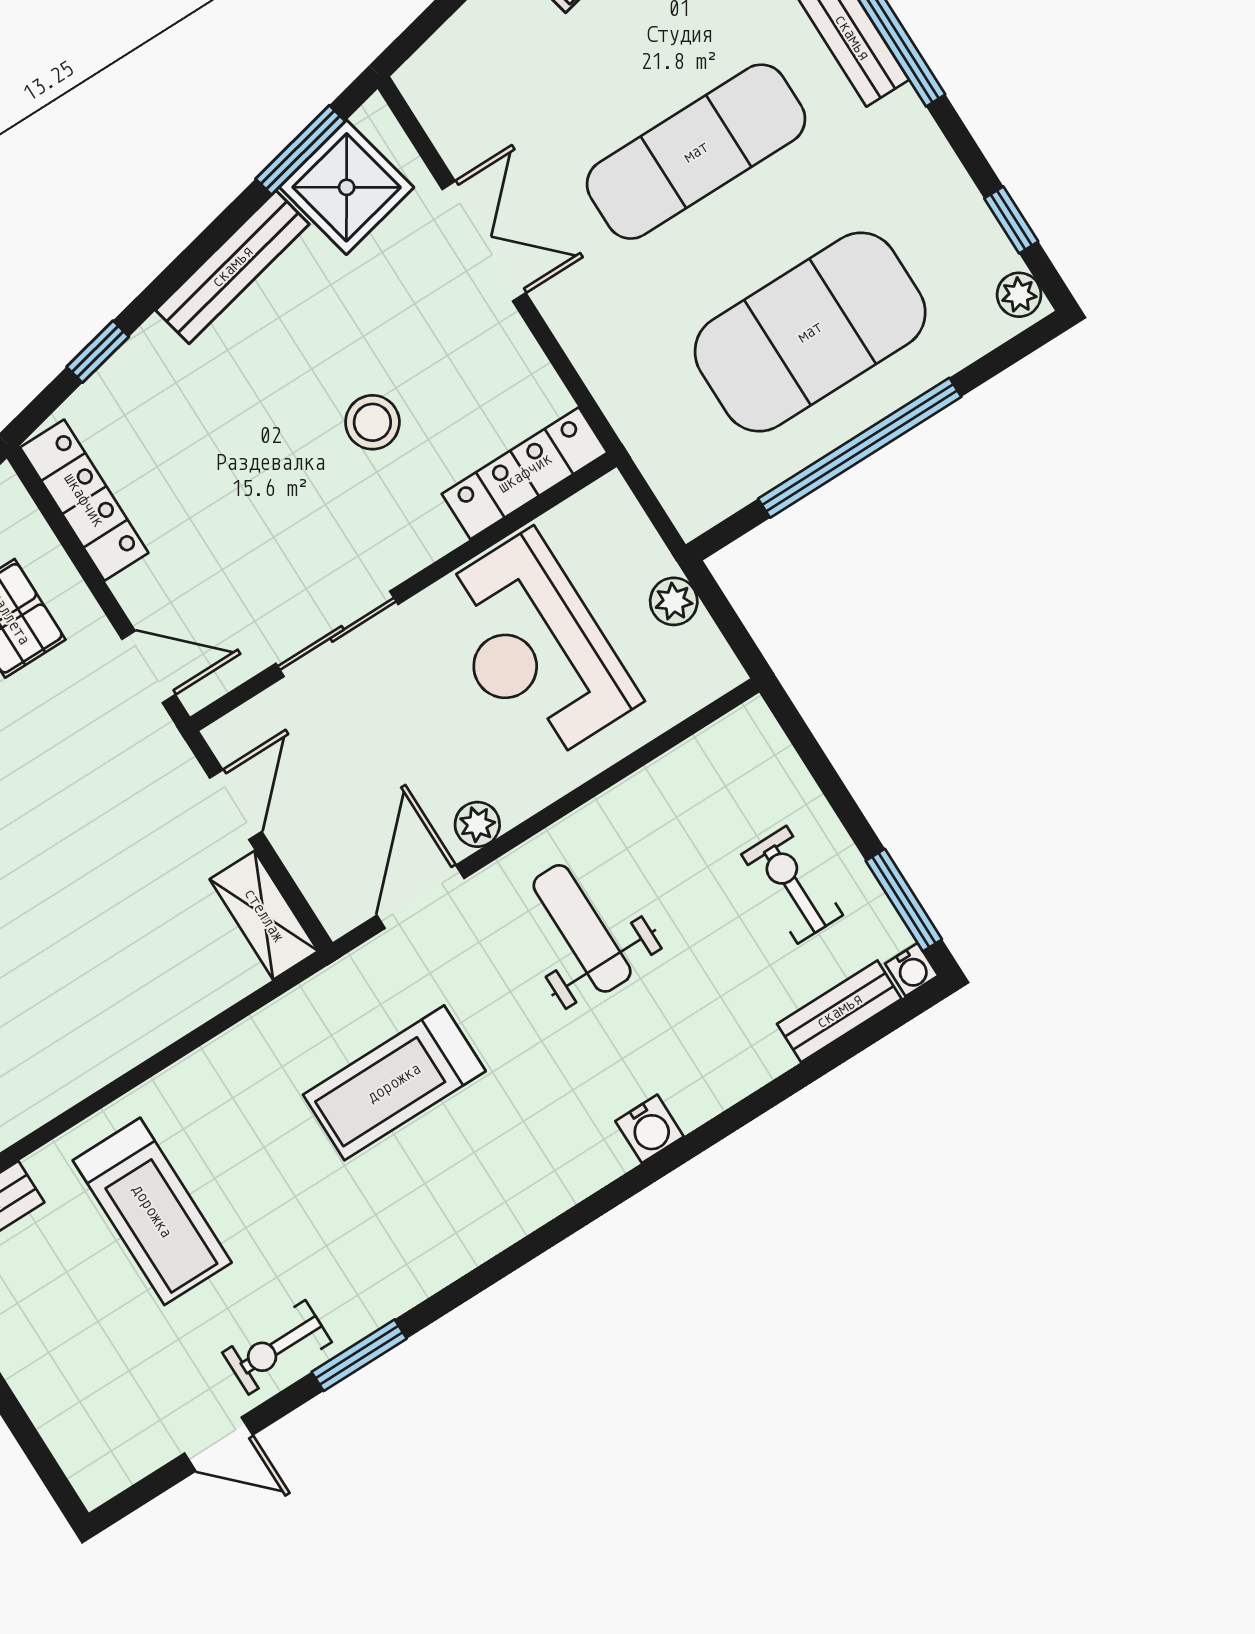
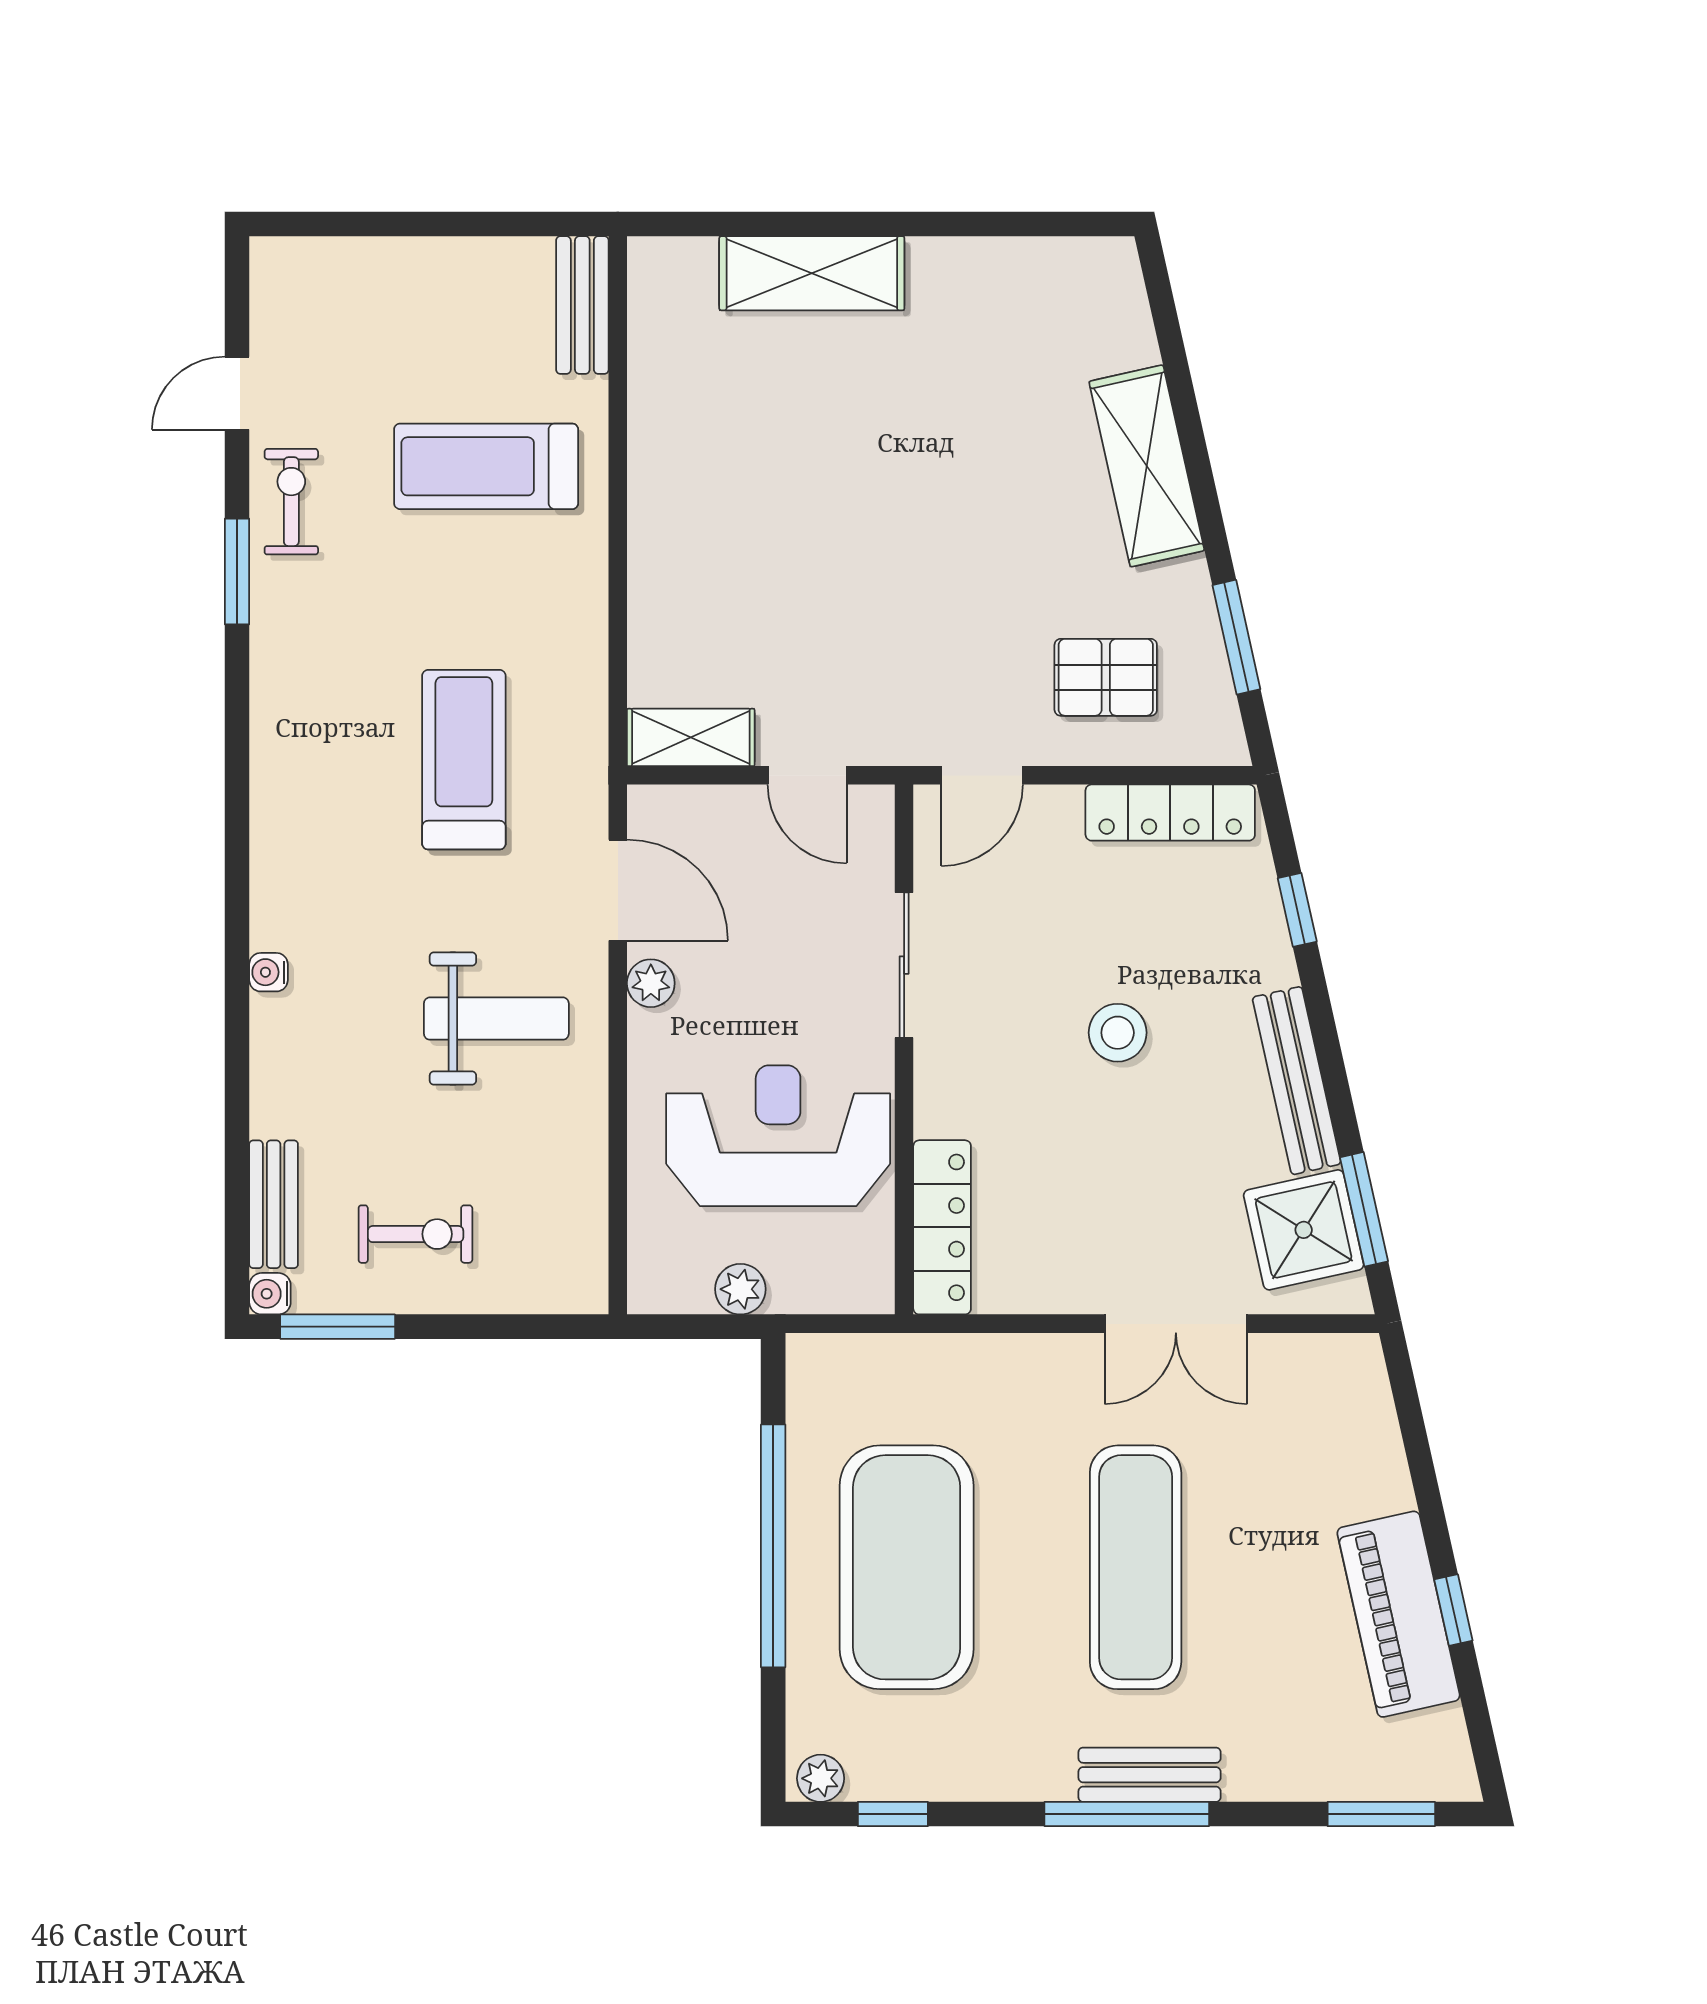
stool: (372, 422) -> (1118, 1033), moved
water cooler: (650, 1129) -> (268, 972), width x0.72, depth x0.72

